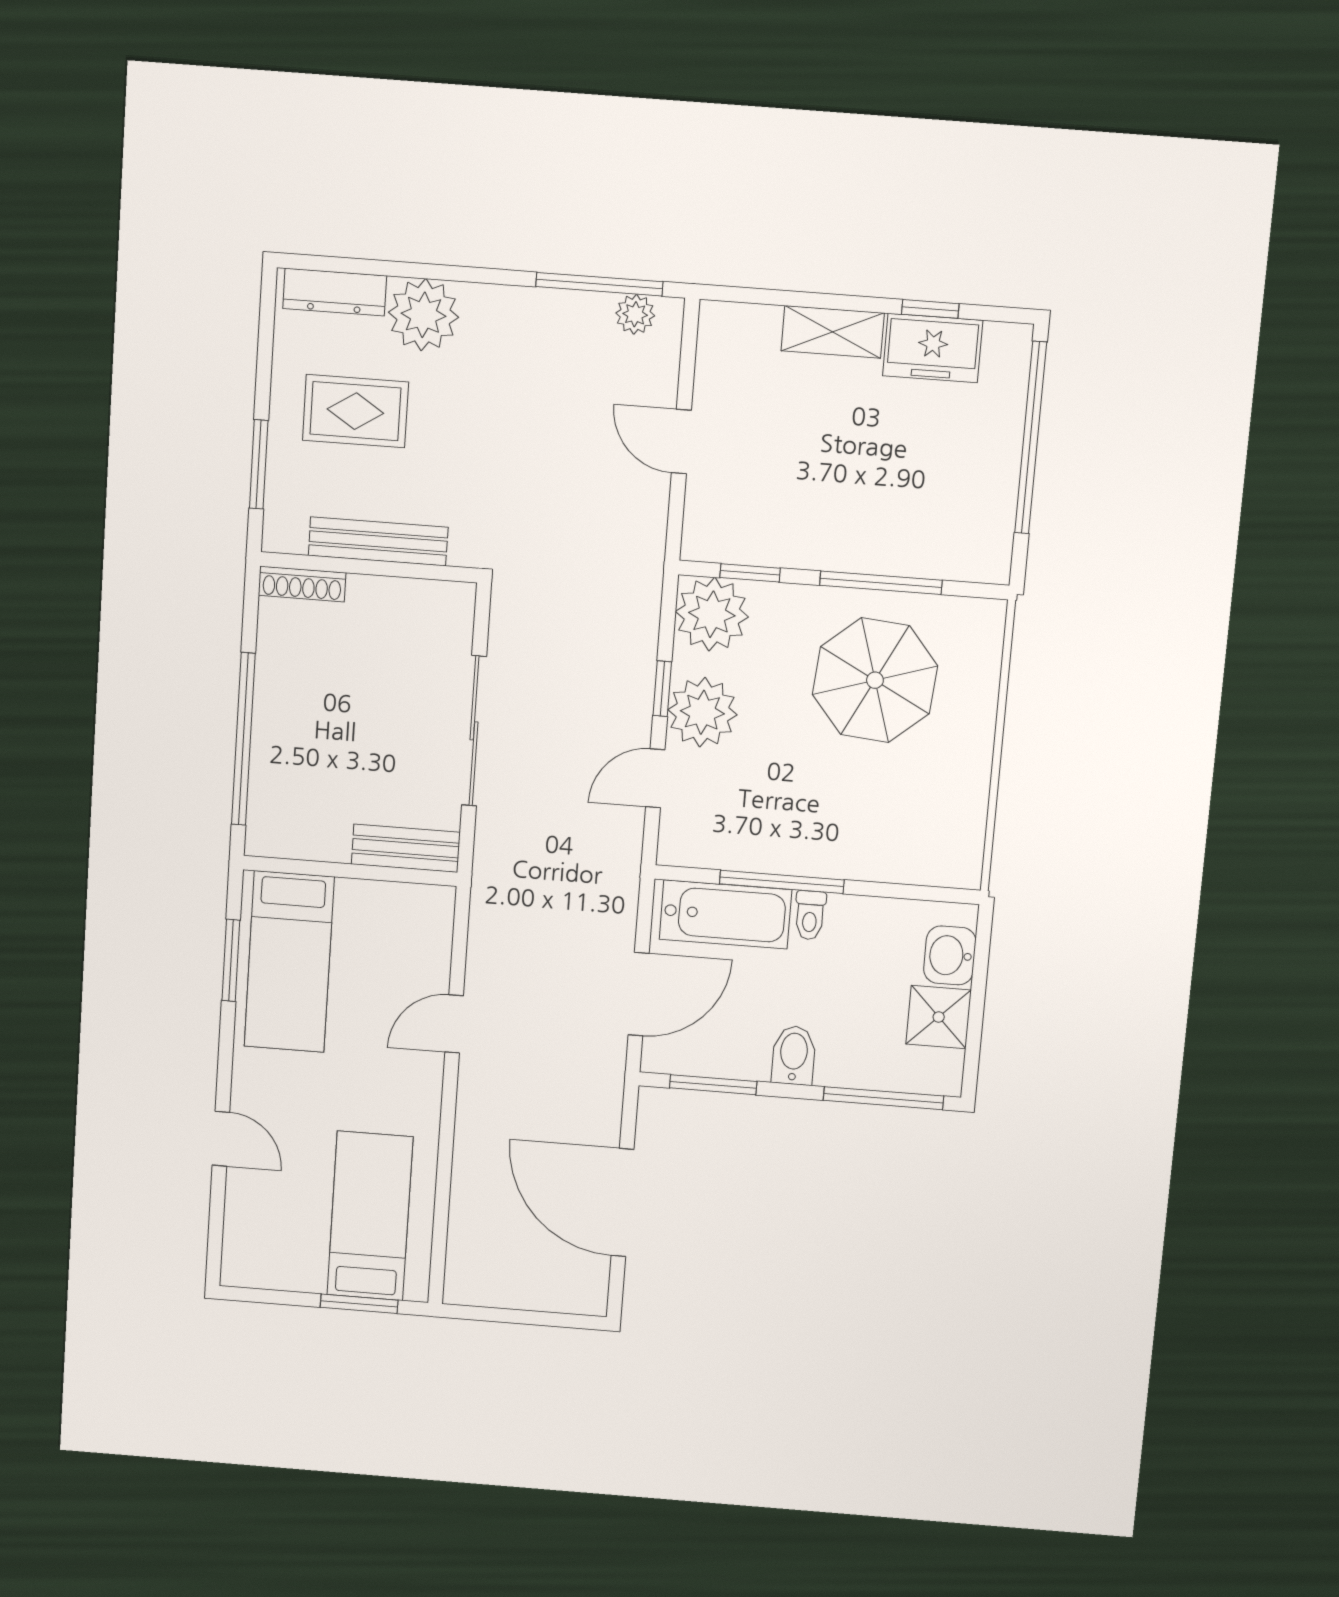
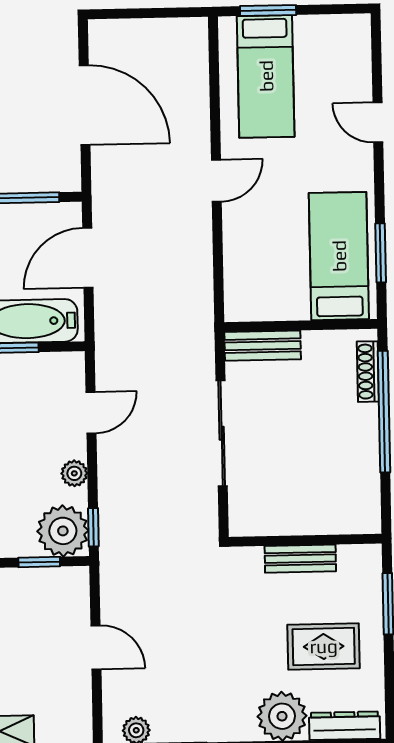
bench: (378, 541) -> (300, 559), width x0.73
shoe rack: (302, 584) -> (368, 372), moved, turned -90
window: (662, 689) -> (93, 527), moved
plant: (702, 712) -> (74, 473), width x0.53, depth x0.53
door: (454, 1024) -> (216, 181), moved

